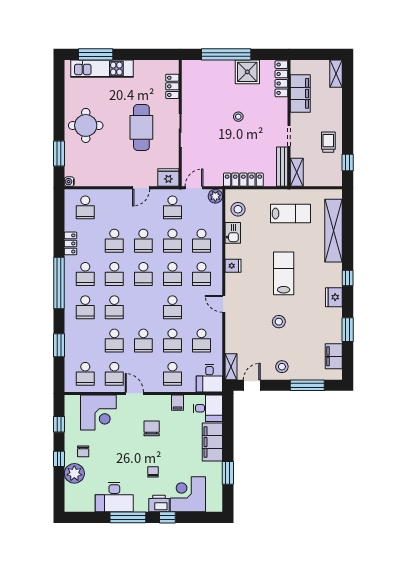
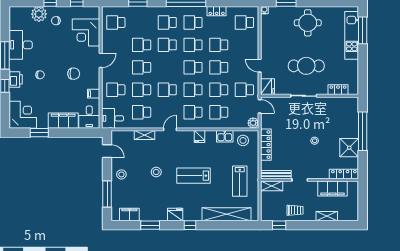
shelving: (336, 74) -> (327, 216), moved
lab bench: (284, 273) -> (193, 176), turned 180
shelving: (231, 367) -> (144, 135), moved
school desk: (114, 374) -> (116, 45), removed
corner desk: (188, 494) -> (23, 115), moved

